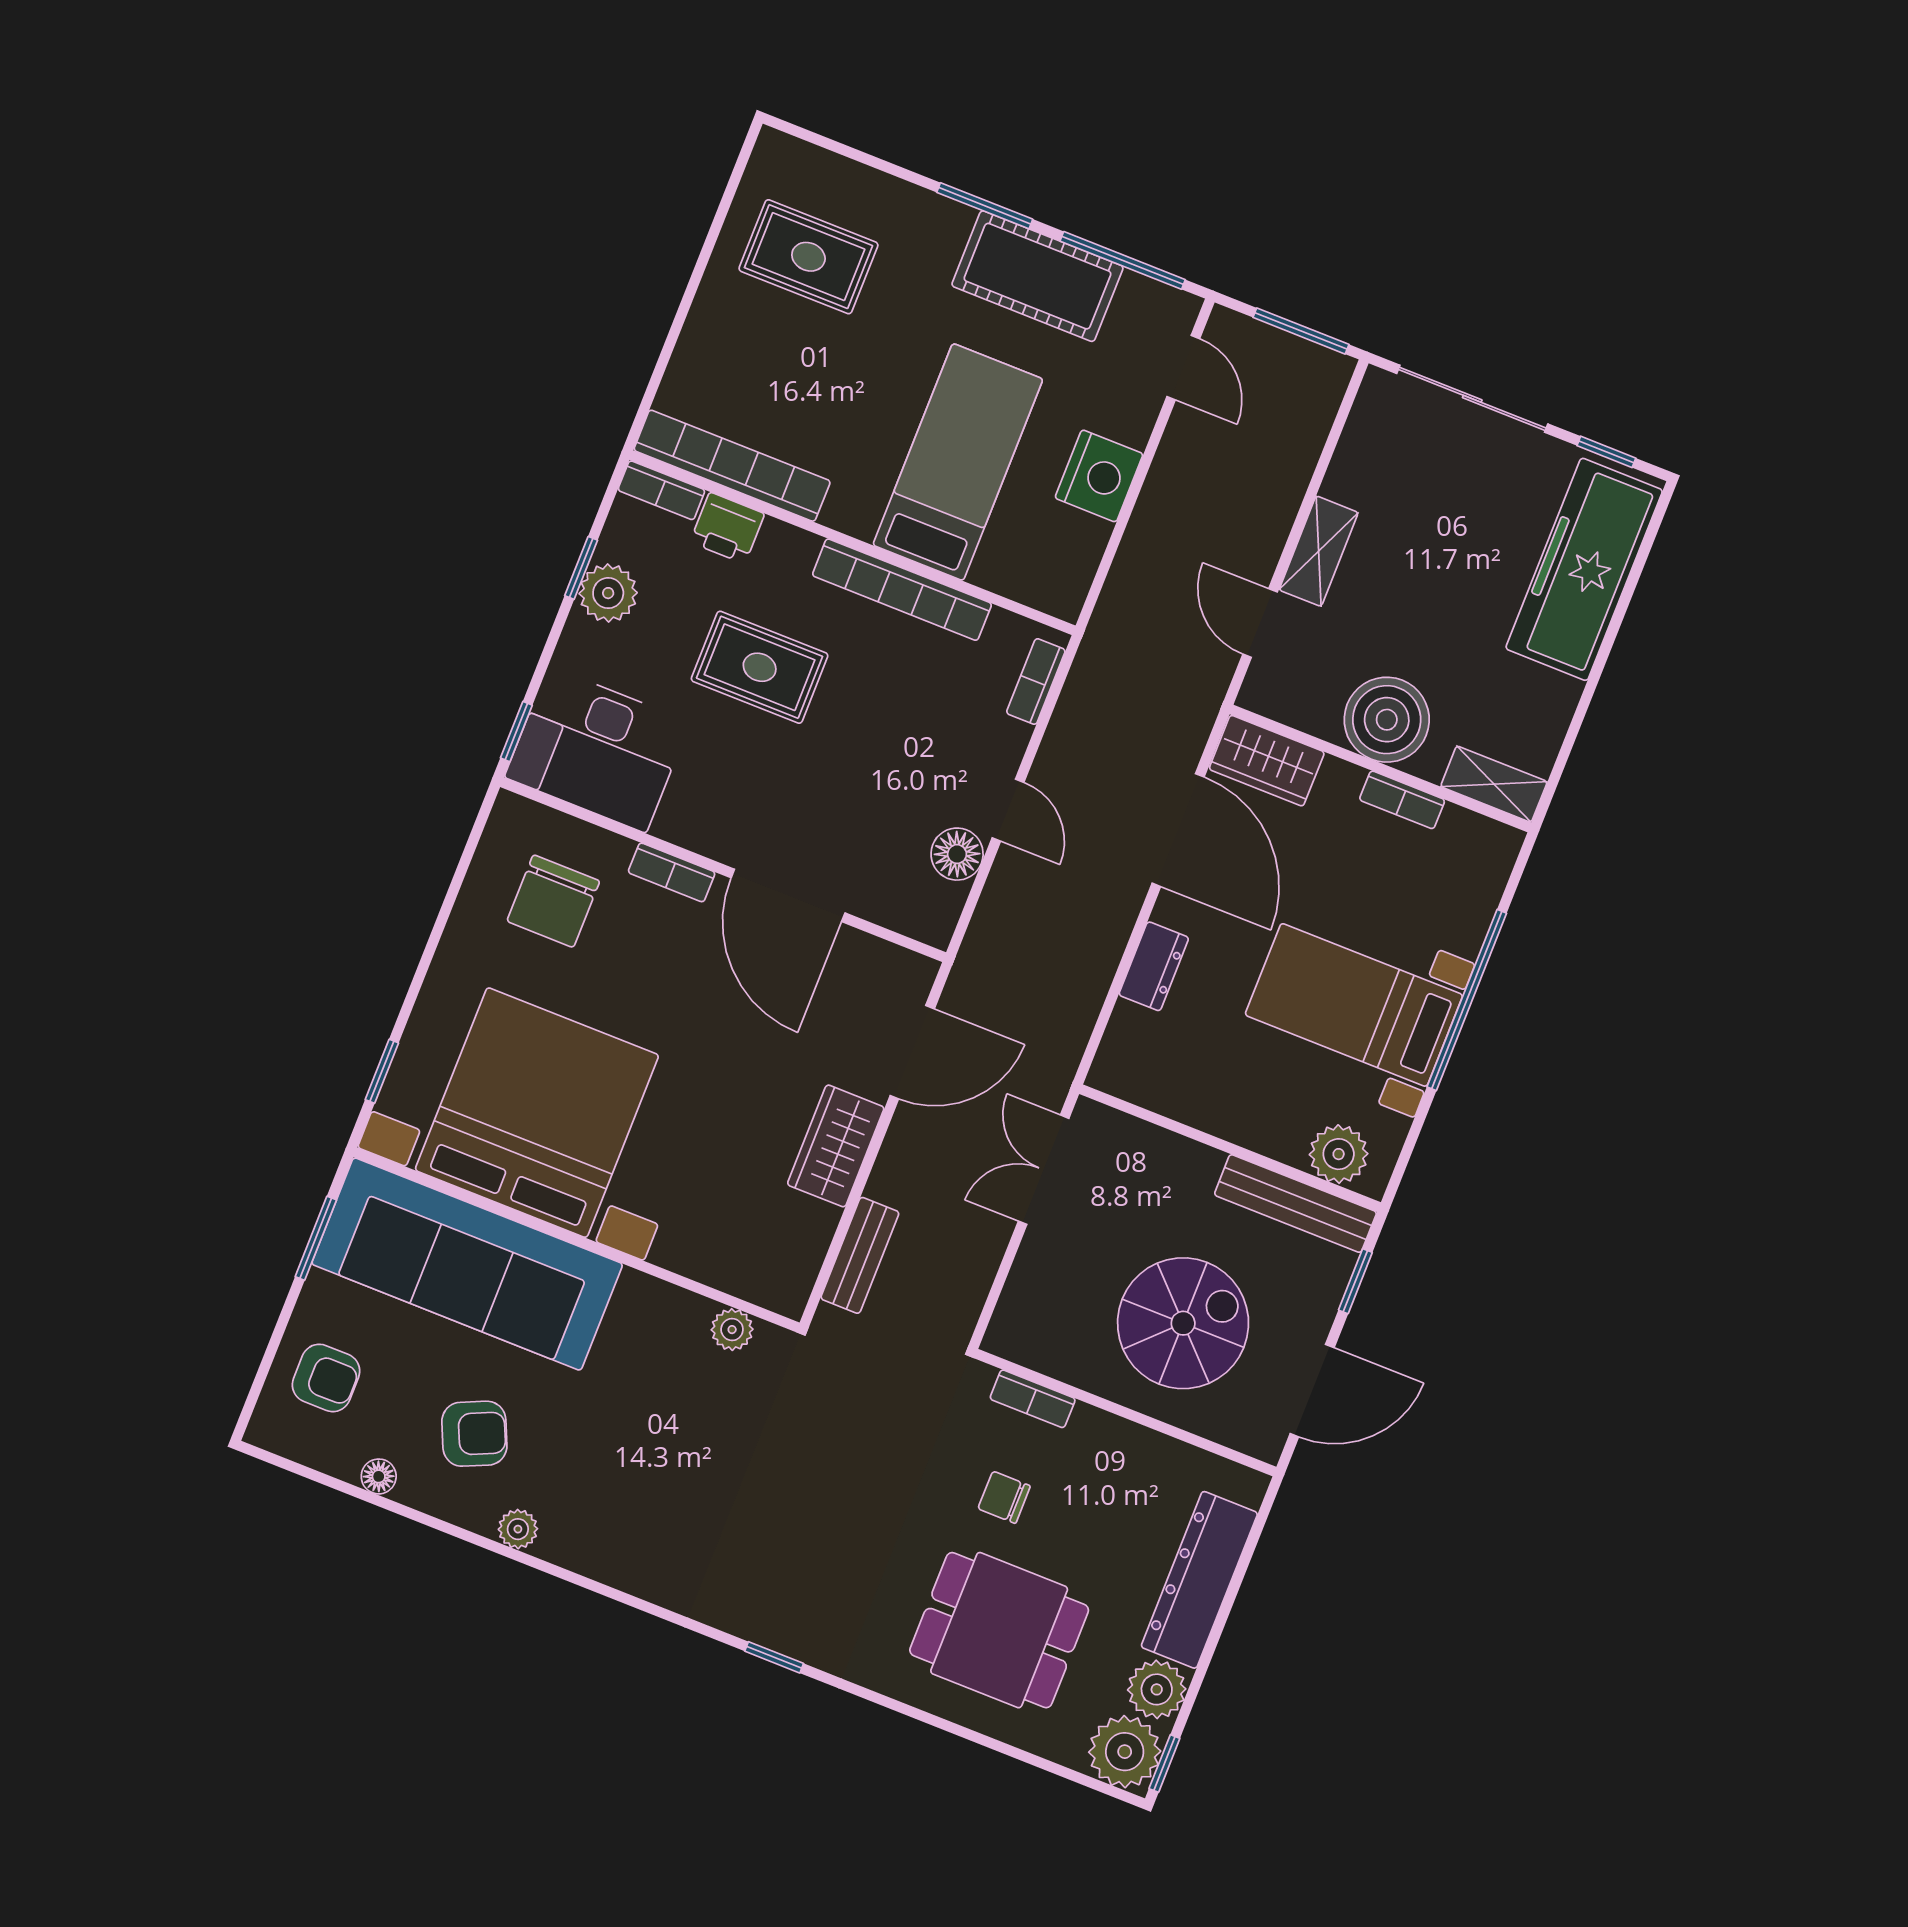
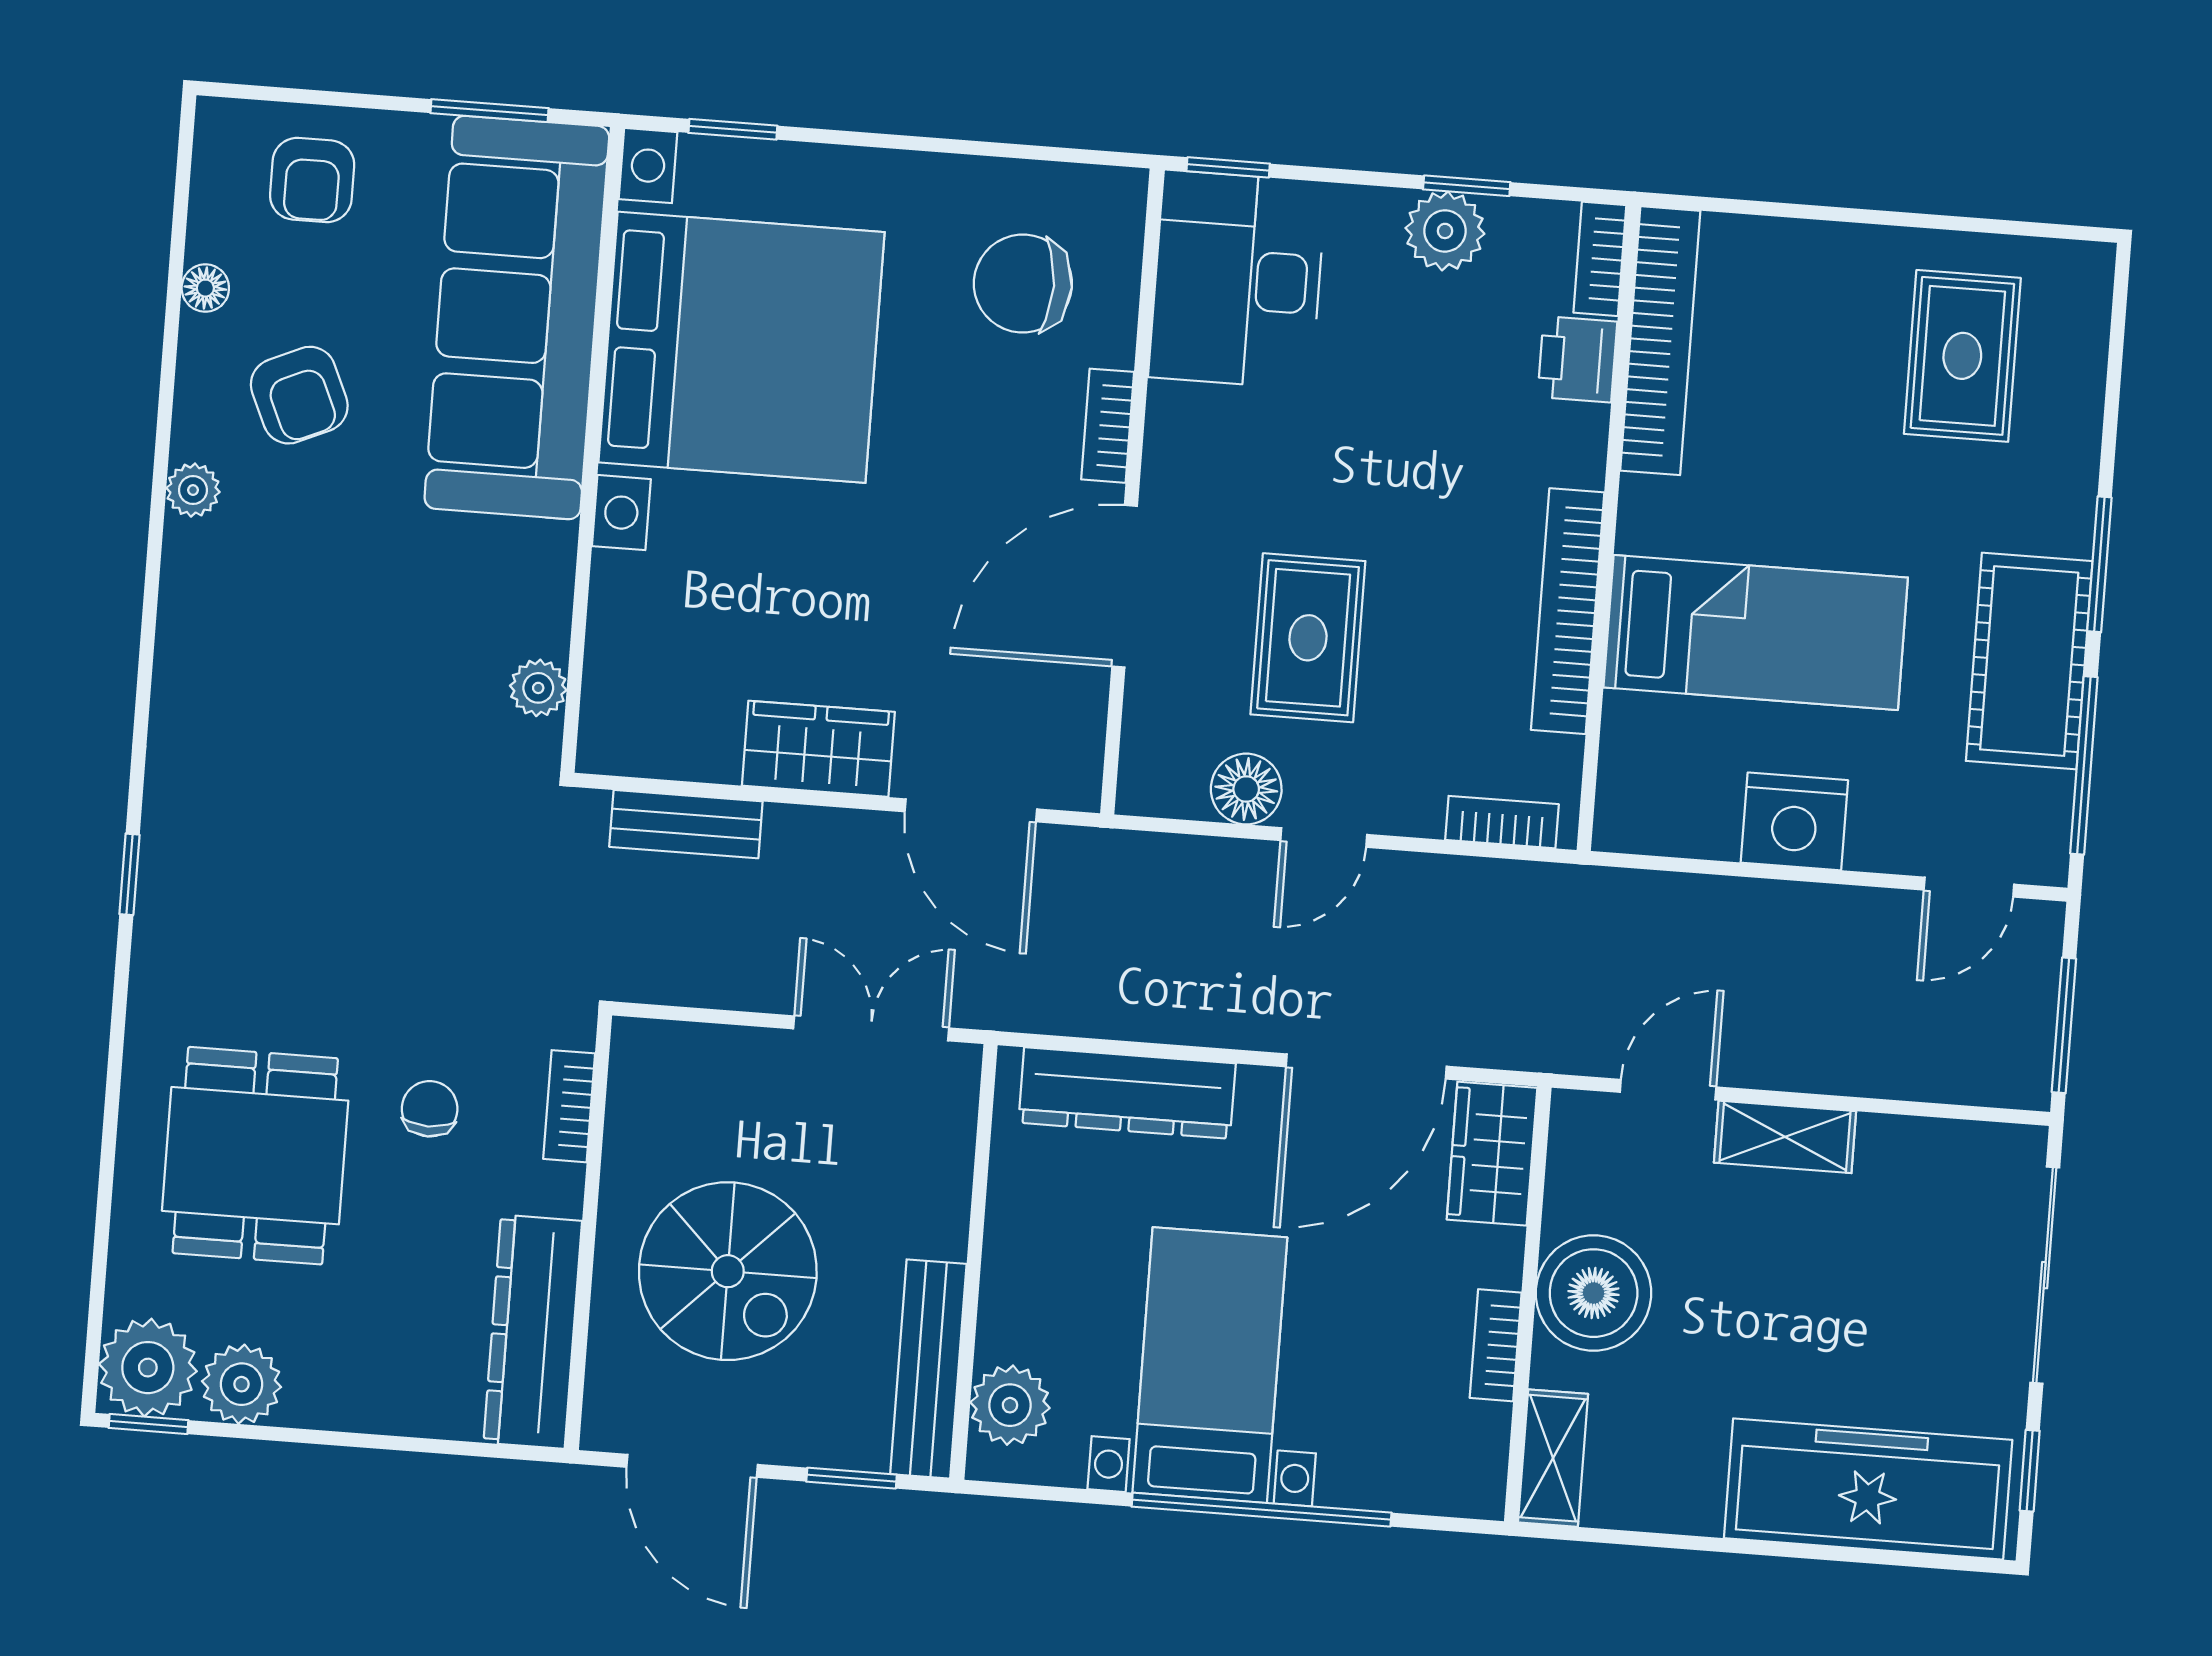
rug: (760, 667) -> (1308, 638), moved
dresser: (1154, 966) -> (1127, 1093), width x1.96, depth x1.24
dresser: (1199, 1580) -> (533, 1332), moved, turned -90

